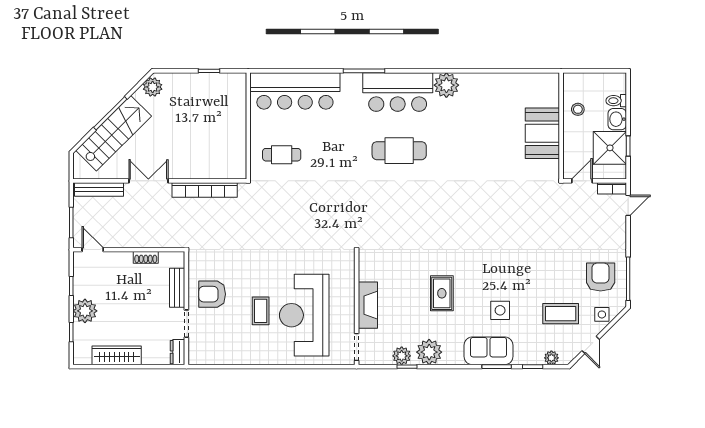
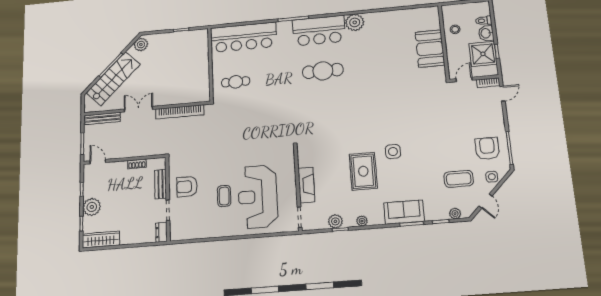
rug: (442, 293) -> (363, 171), width x1.36, depth x1.43
side table: (500, 310) -> (393, 152), moved
plant: (429, 352) -> (362, 221), width x0.53, depth x0.53
wardrobe: (117, 355) -> (101, 240), moved

